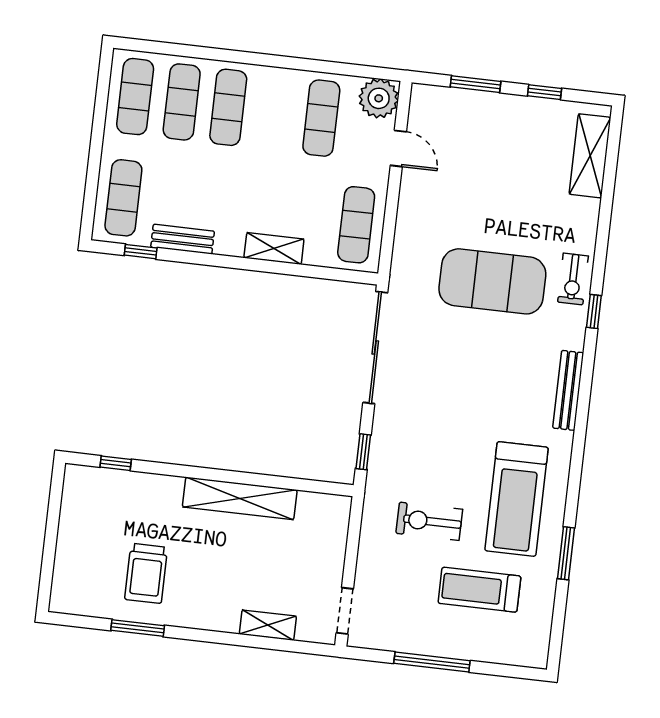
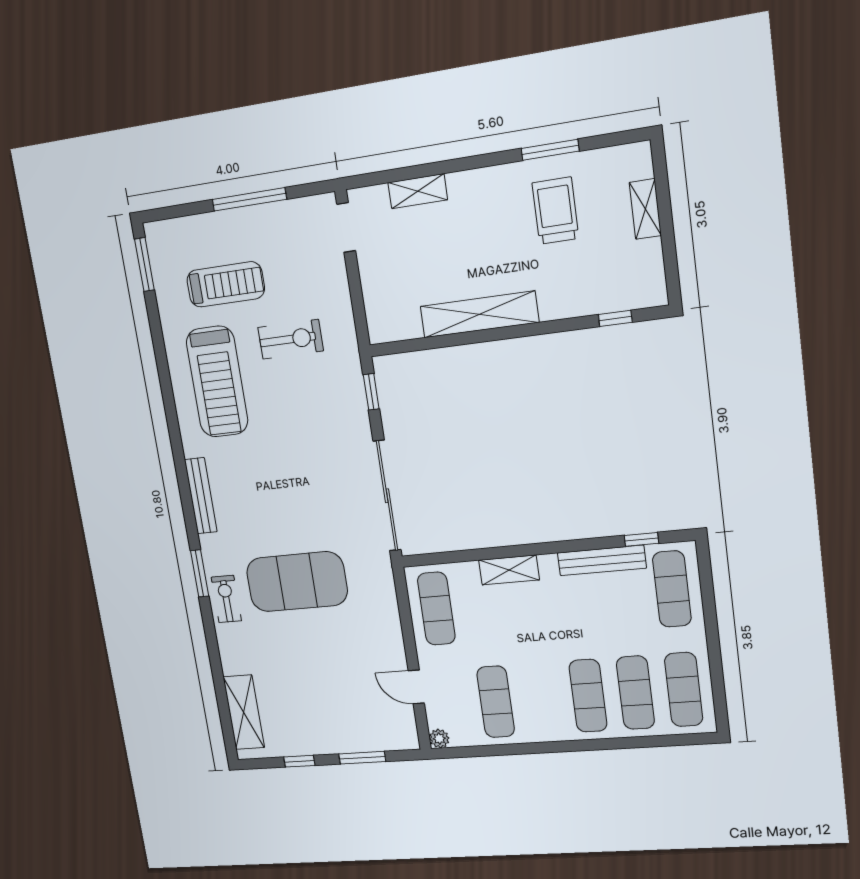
plant: (379, 98) -> (439, 739), width x0.53, depth x0.53
bench: (183, 239) -> (602, 560), width x1.36
window: (594, 312) -> (200, 573), width x1.50
treadmill: (516, 499) -> (217, 382), turned 180
shelving: (66, 553) -> (645, 209), added
window: (566, 553) -> (144, 265), moved

